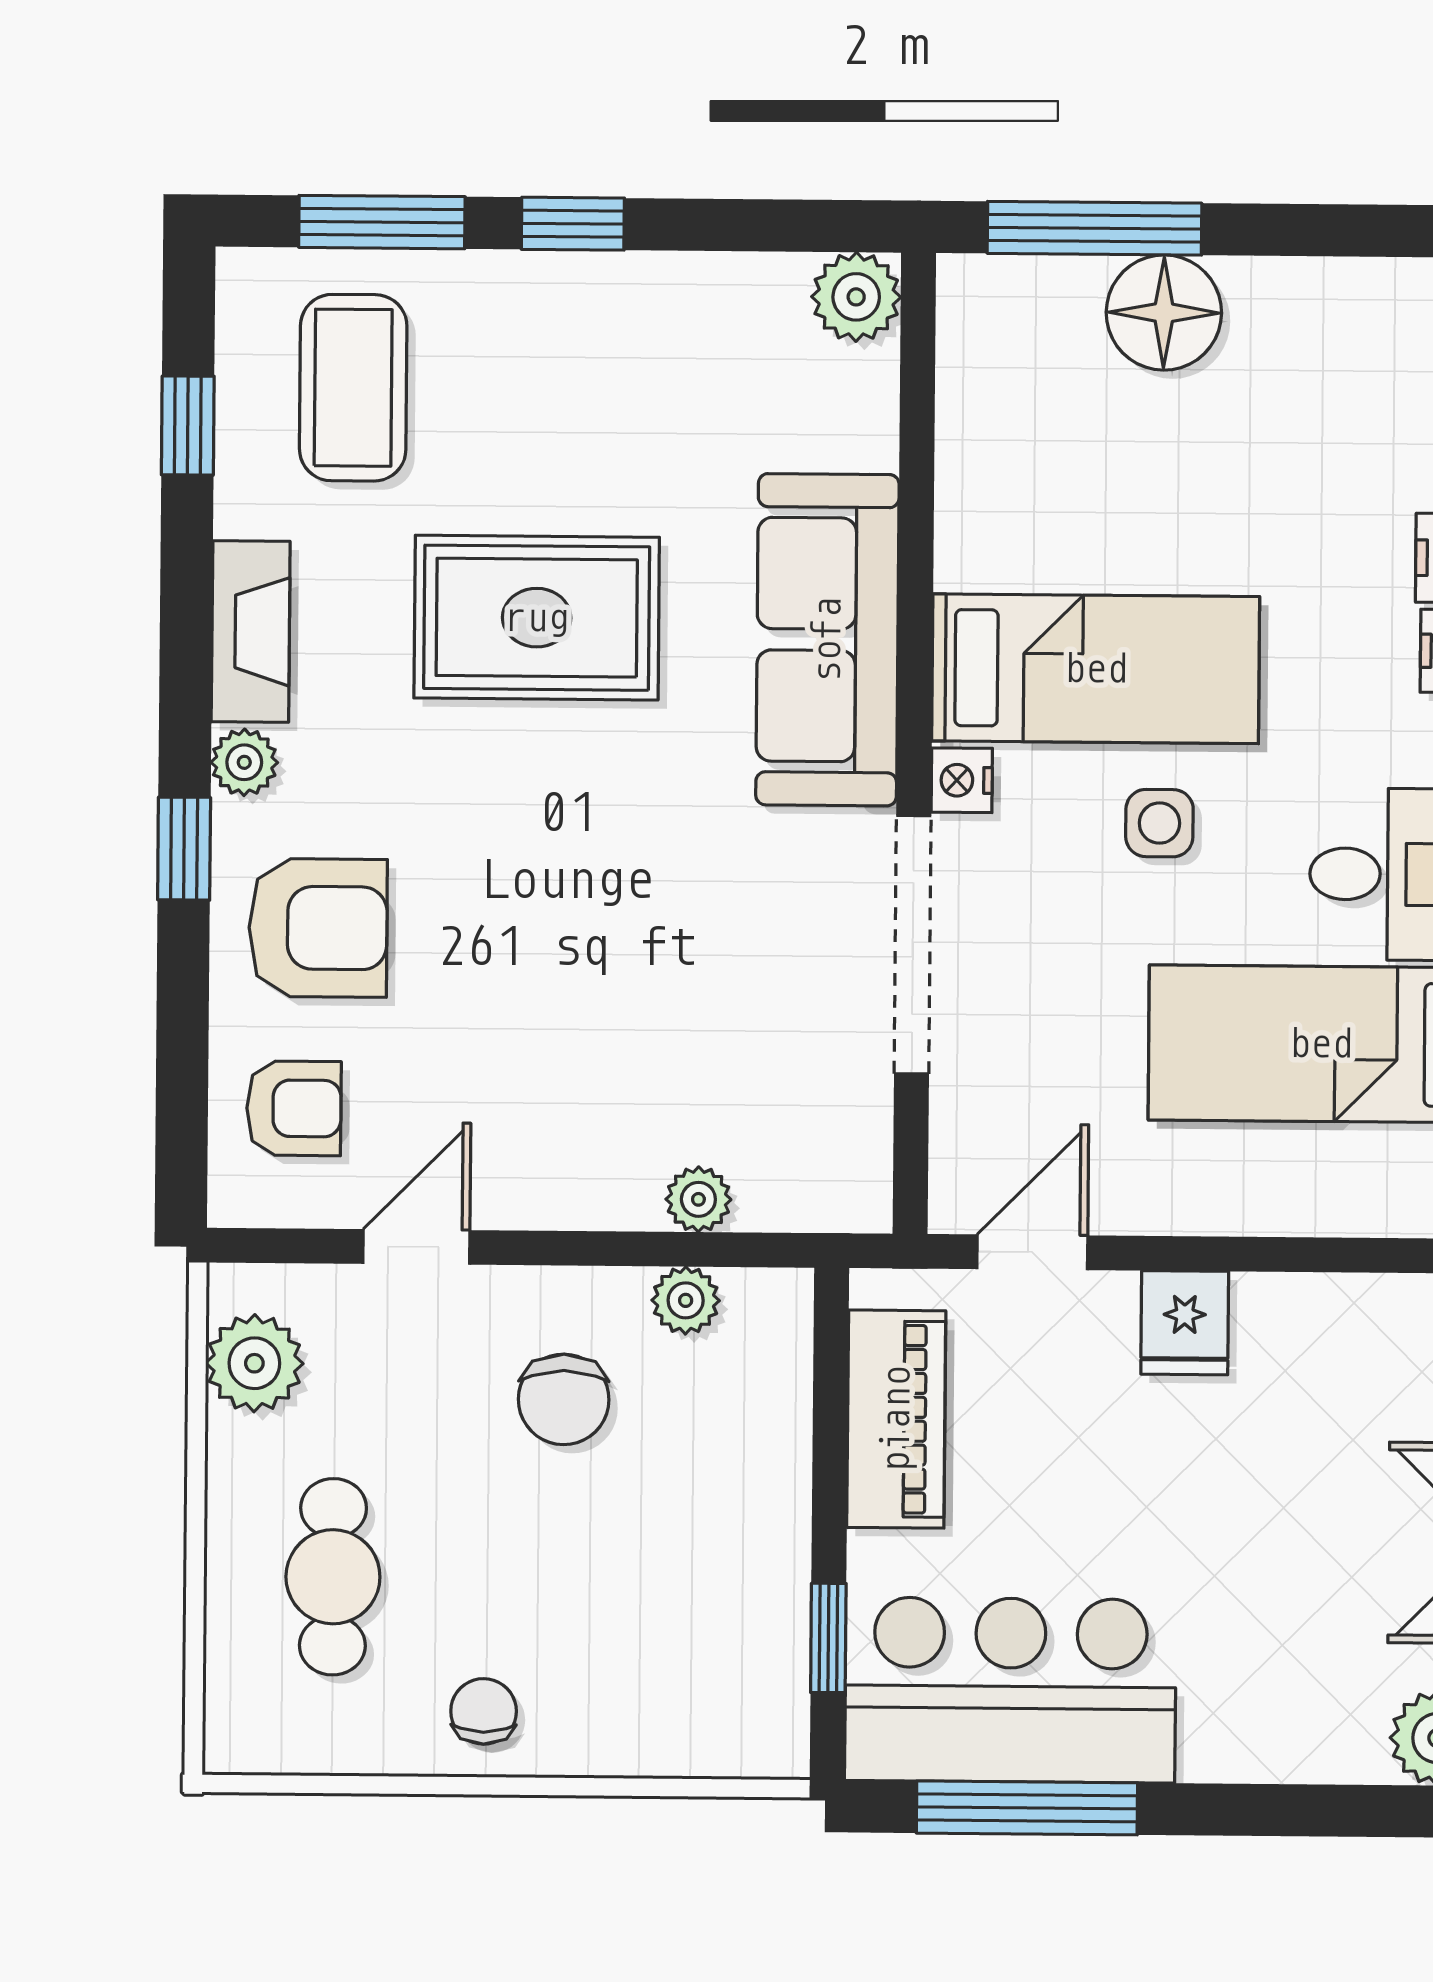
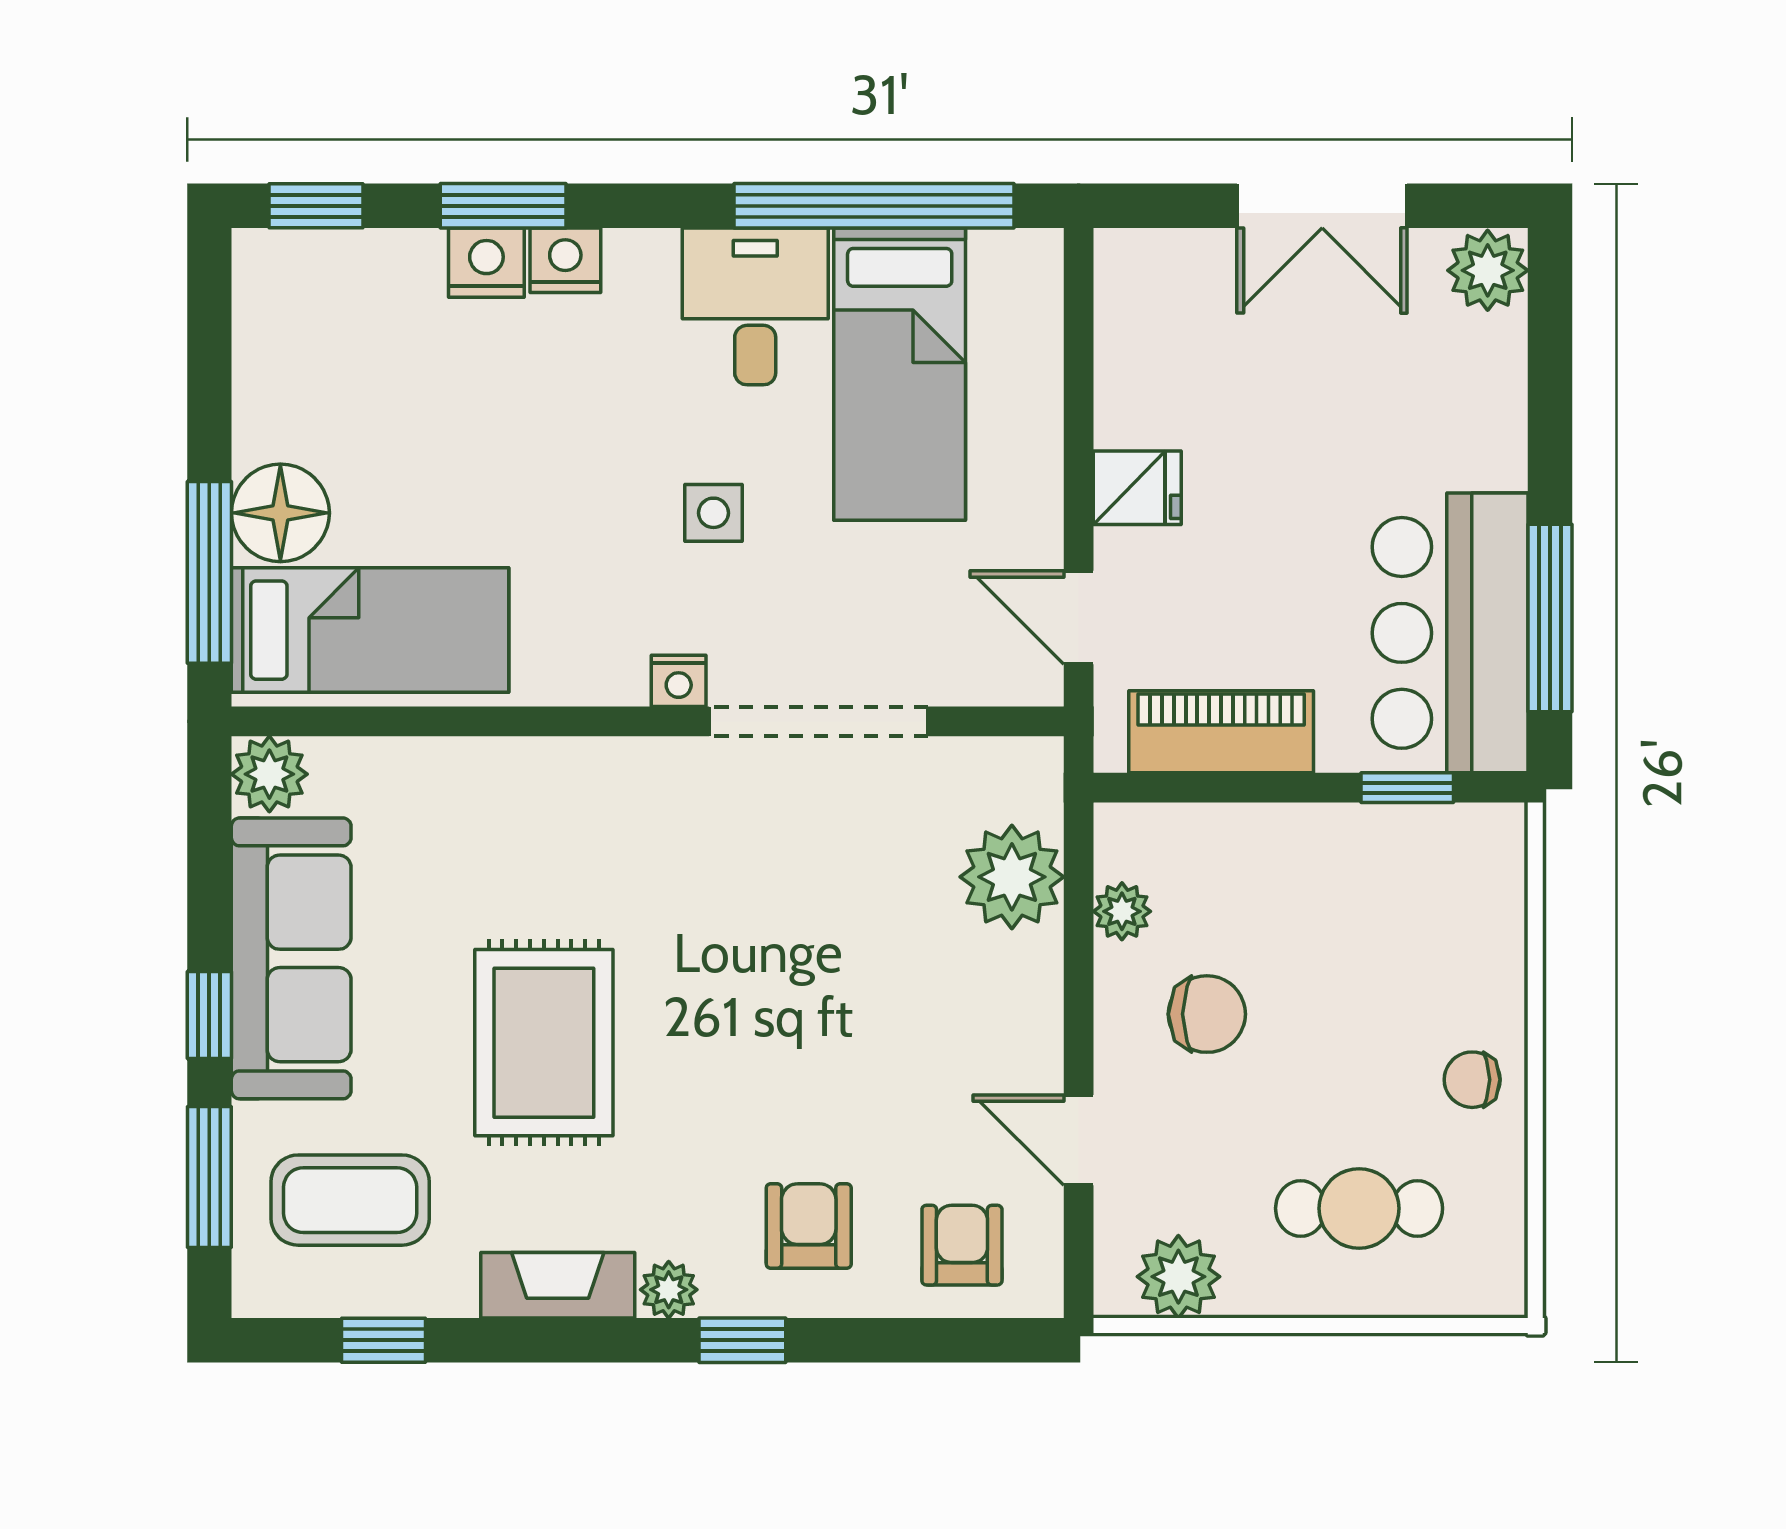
sofa: (827, 640) -> (291, 958), moved, turned -90
bed: (1096, 669) -> (370, 630), moved, turned 90
armchair: (318, 928) -> (809, 1226), width x0.72, depth x0.72
plant: (698, 1199) -> (1012, 877), width x1.87, depth x1.87

